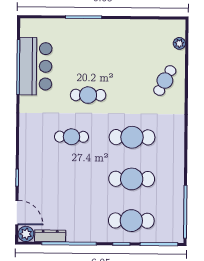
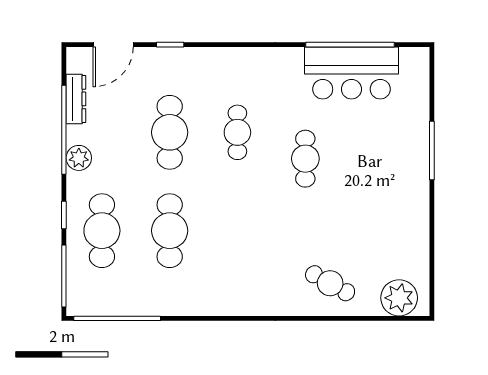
plant: (179, 43) -> (399, 298), width x1.88, depth x1.88
cafe table: (132, 137) -> (170, 132), moved
plant: (26, 234) -> (79, 158), moved

